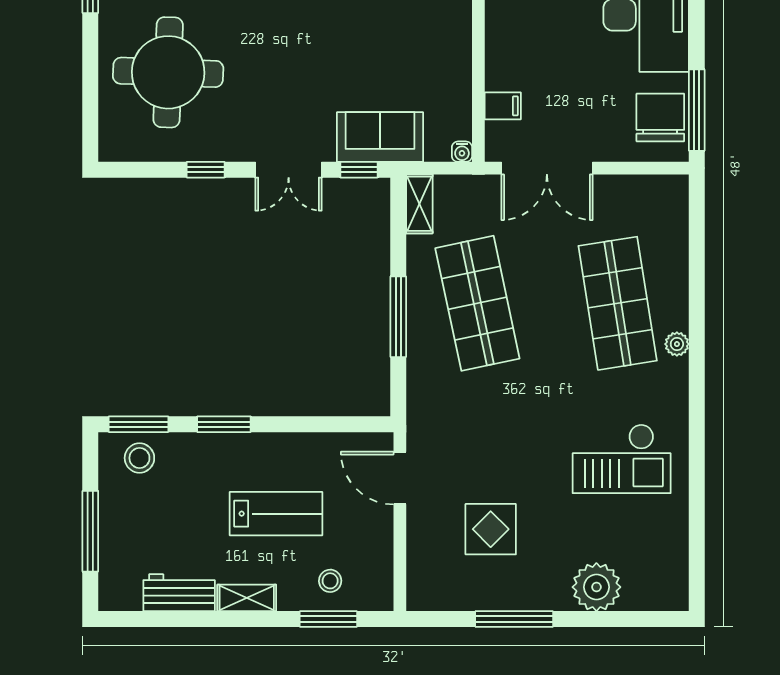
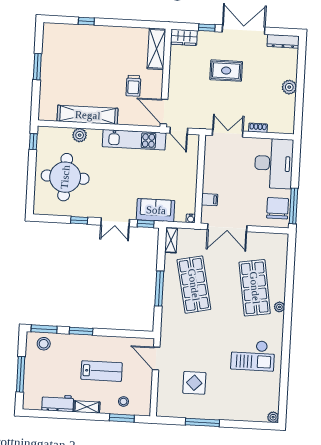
plant: (596, 587) -> (273, 417), moved, width x0.53, depth x0.53

